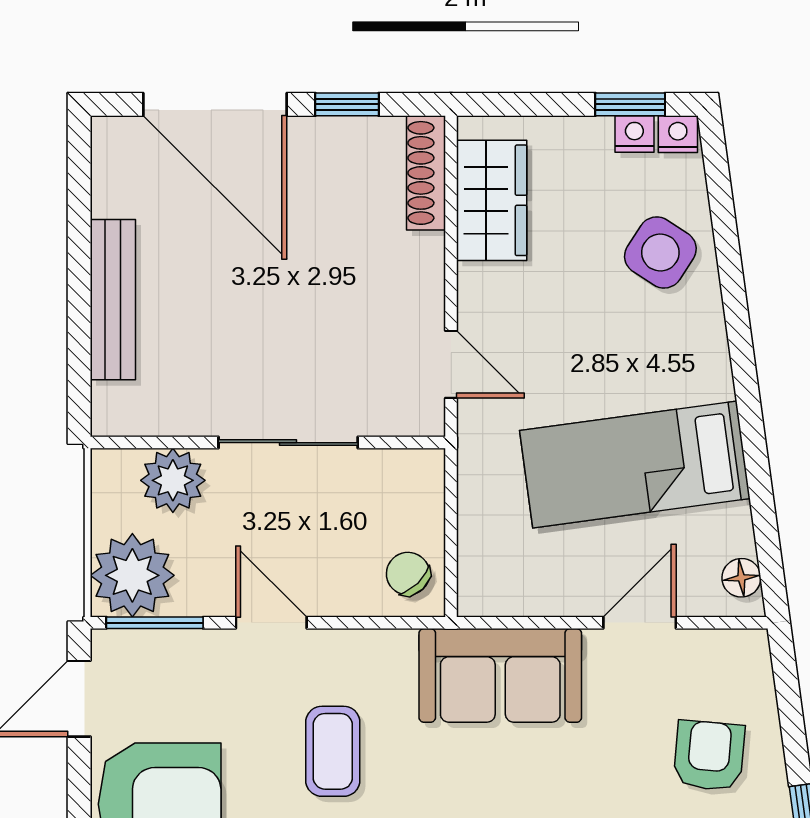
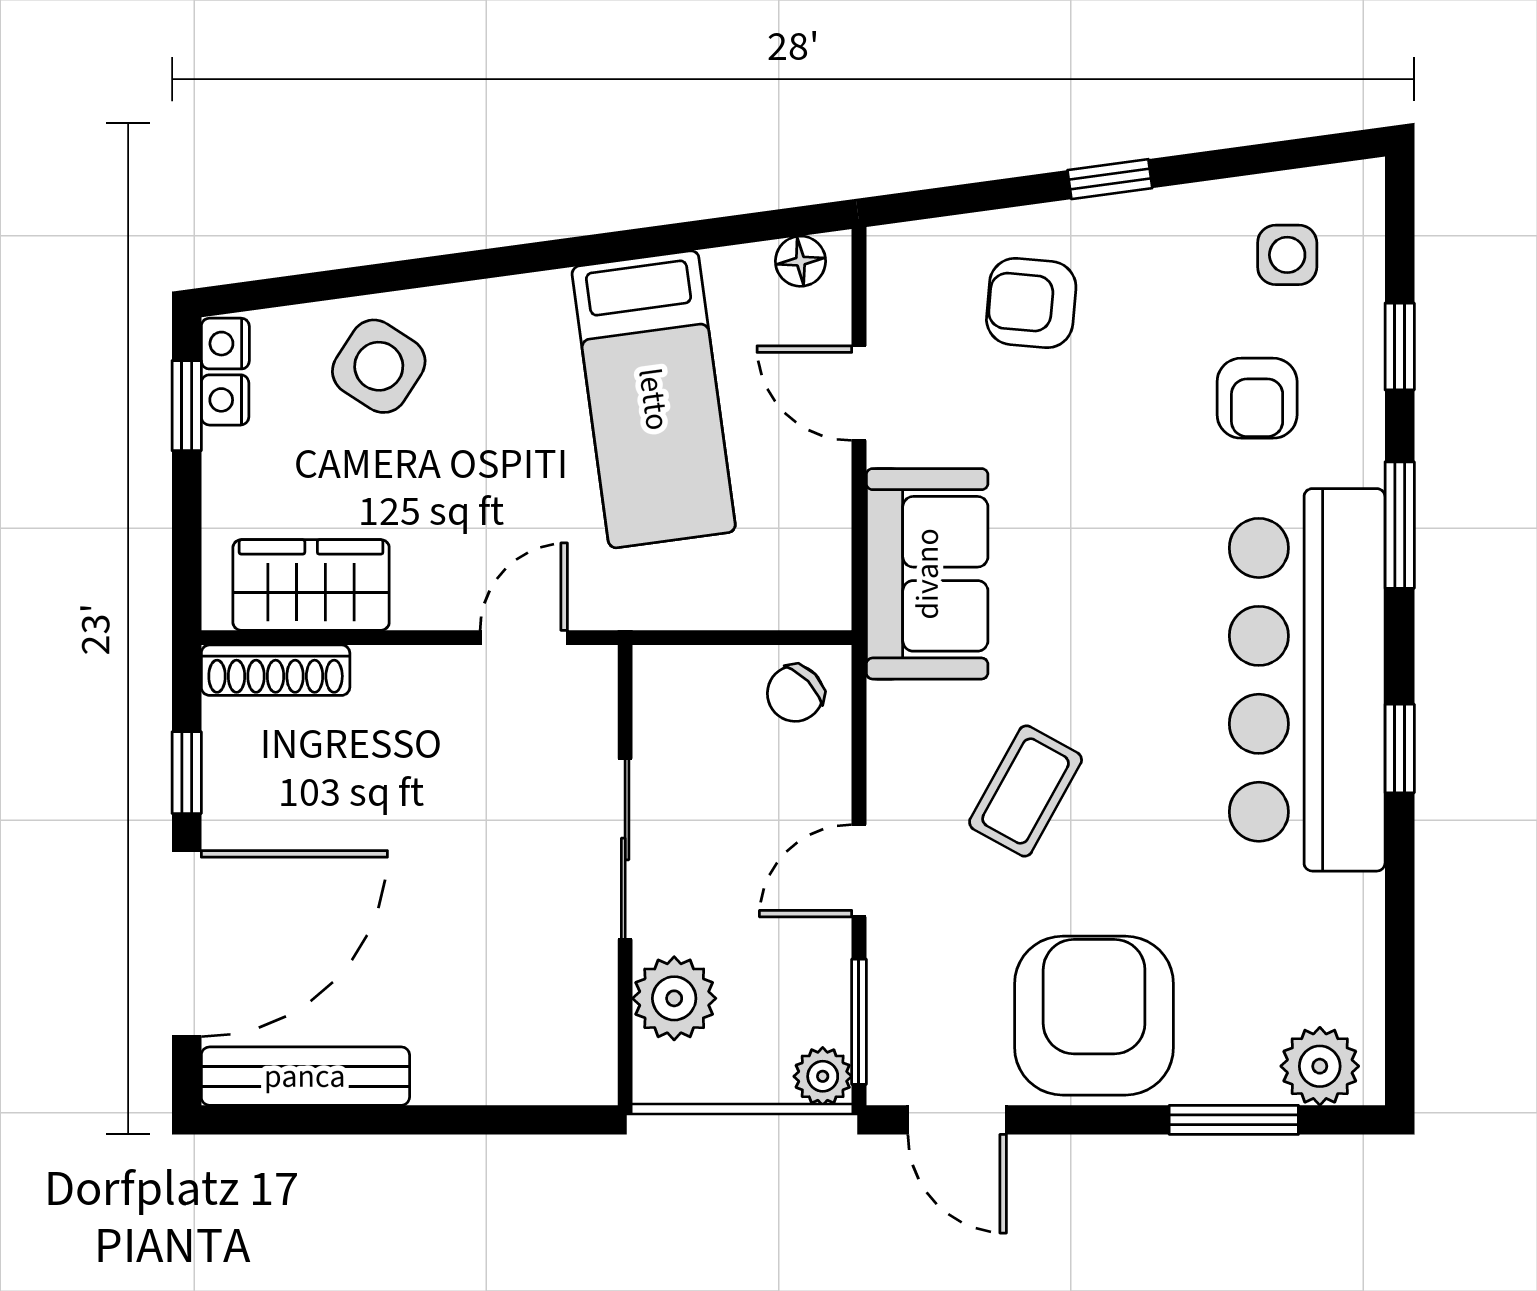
bench: (113, 300) -> (305, 1076), moved
plant: (132, 575) -> (823, 1076), width x0.53, depth x0.53
coffee table: (333, 751) -> (1026, 791), turned -61

